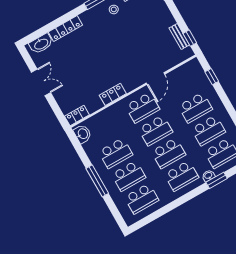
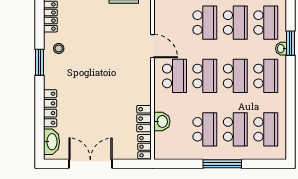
double door: (41, 82) -> (90, 164), width x1.37
locker: (113, 94) -> (144, 119), moved
washbasin: (83, 134) -> (162, 121), moved, turned 90

